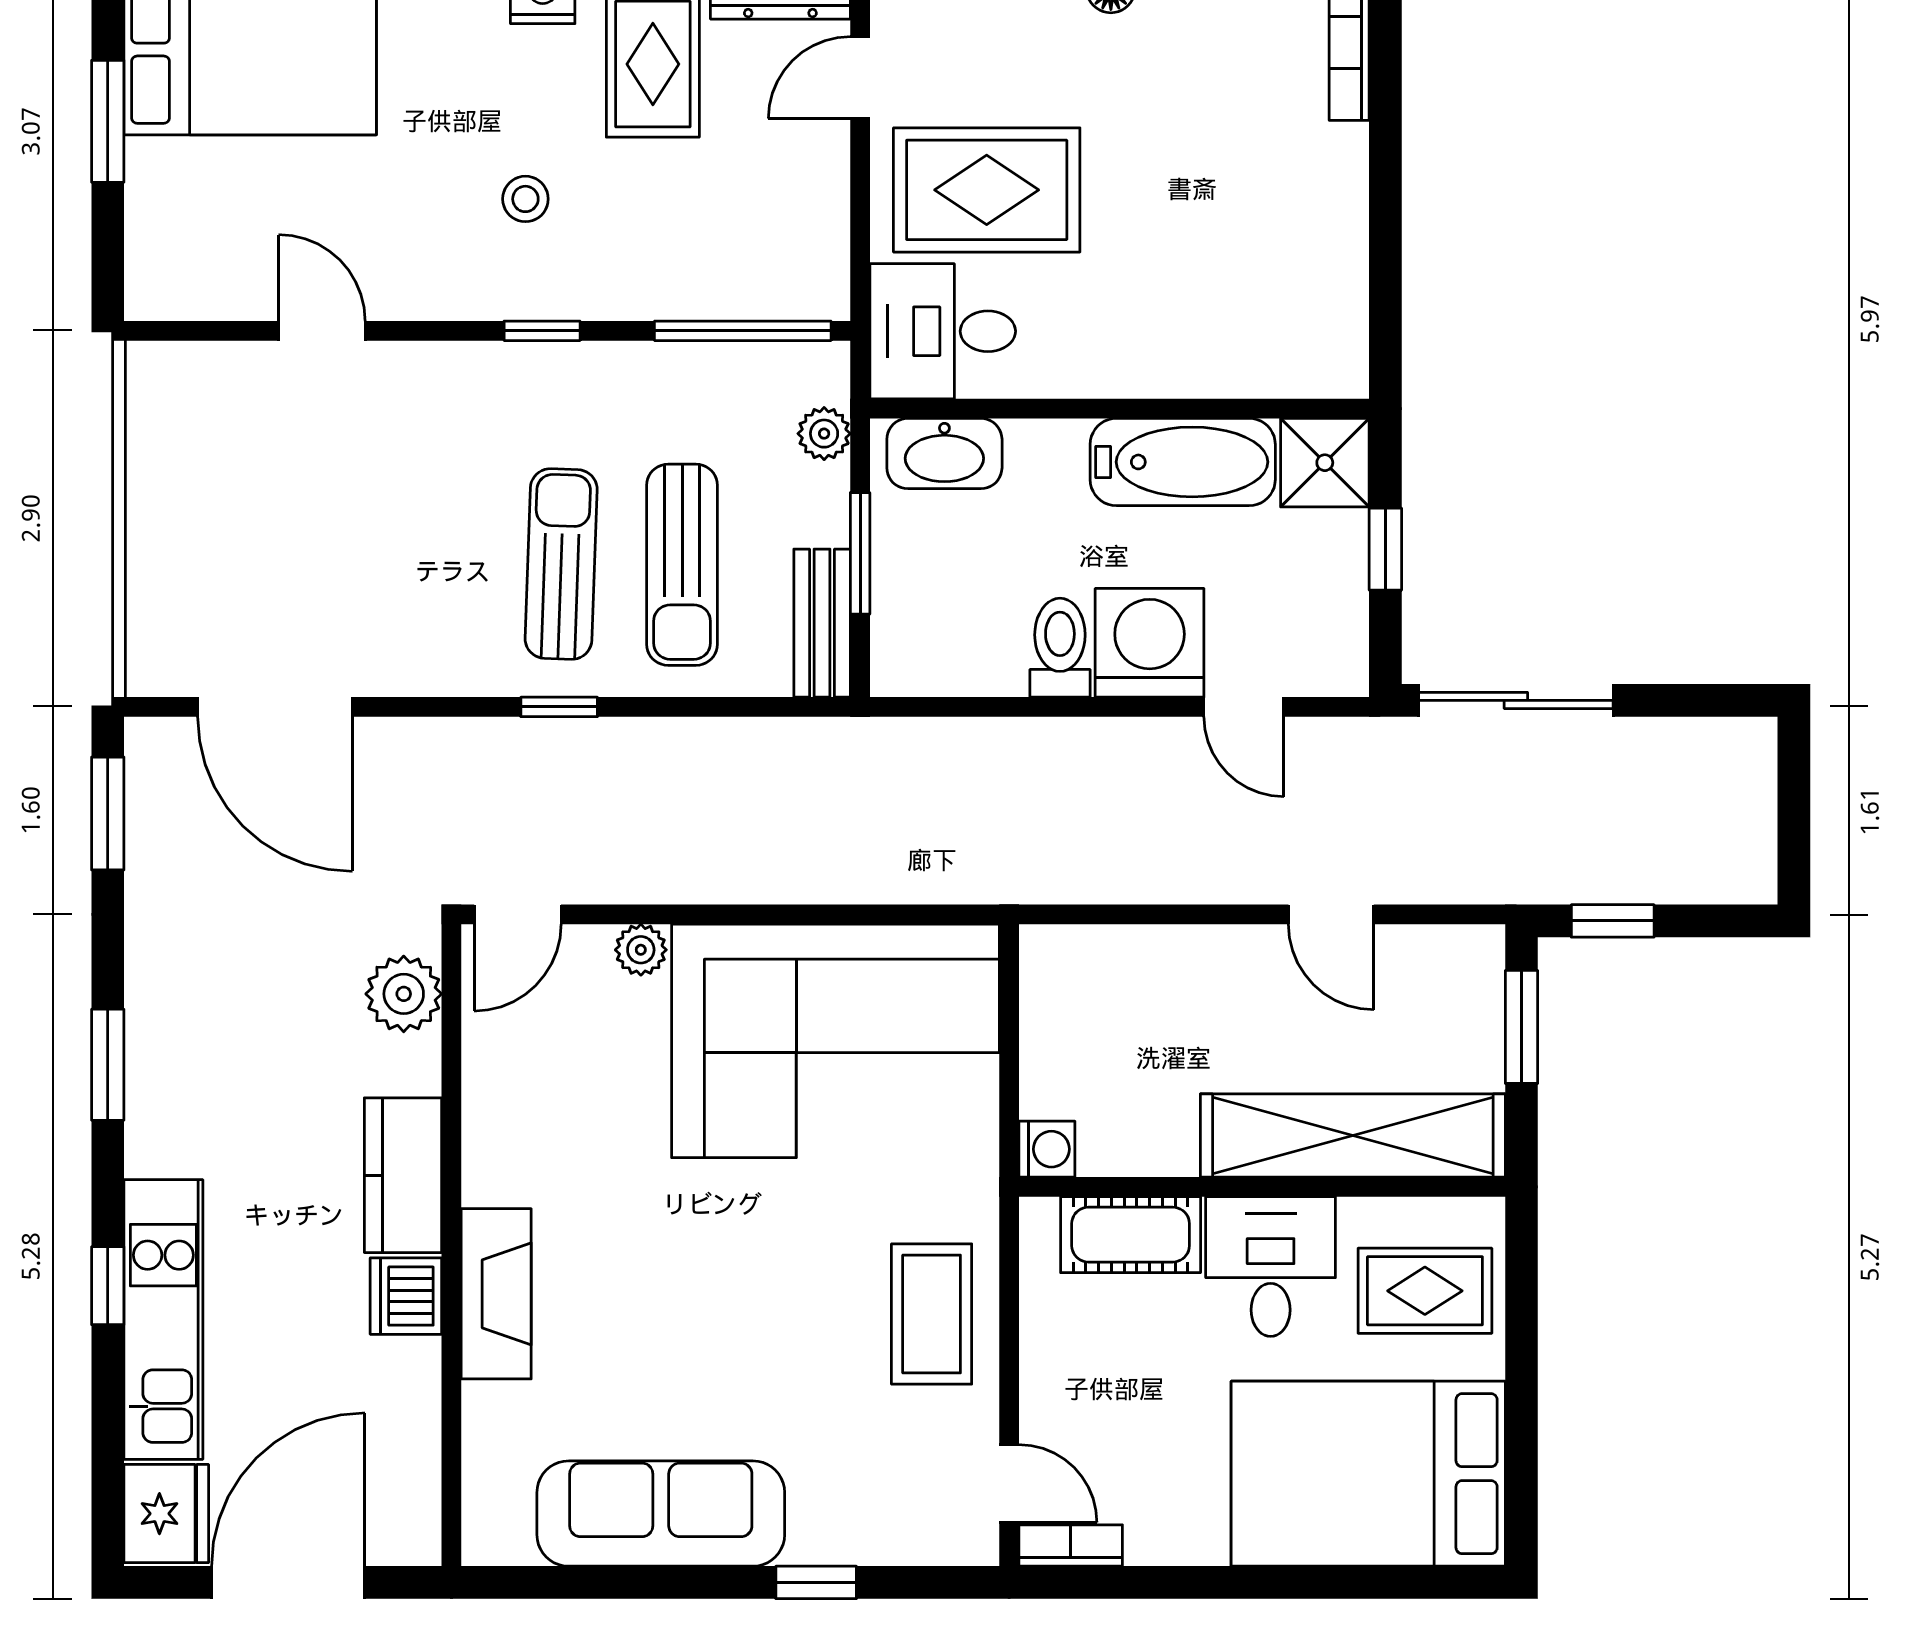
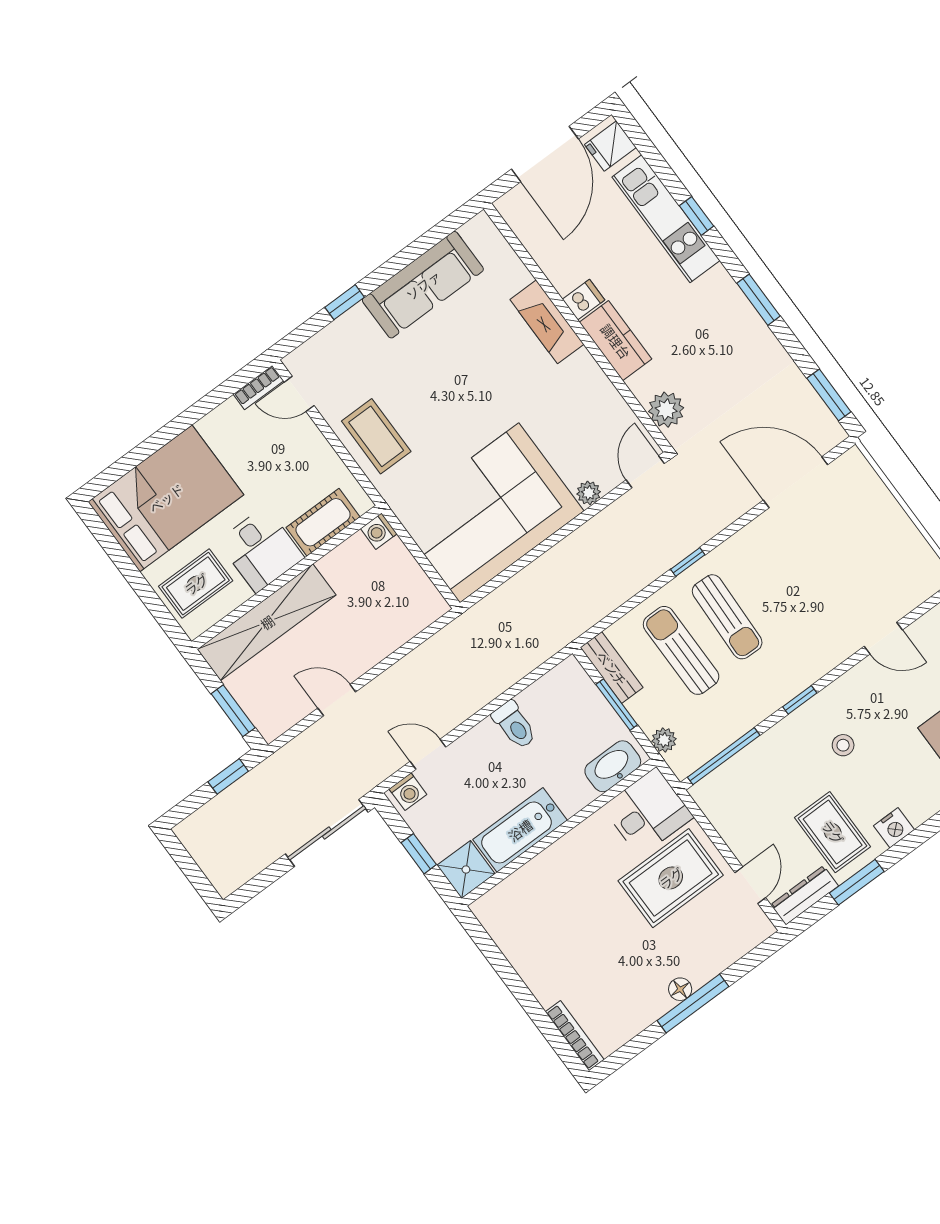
washing machine: (1150, 643) -> (408, 792), moved, width x0.53, depth x0.53
dishwasher: (406, 1296) -> (583, 300), width x0.73
fridge: (166, 1514) -> (610, 146), width x0.72

